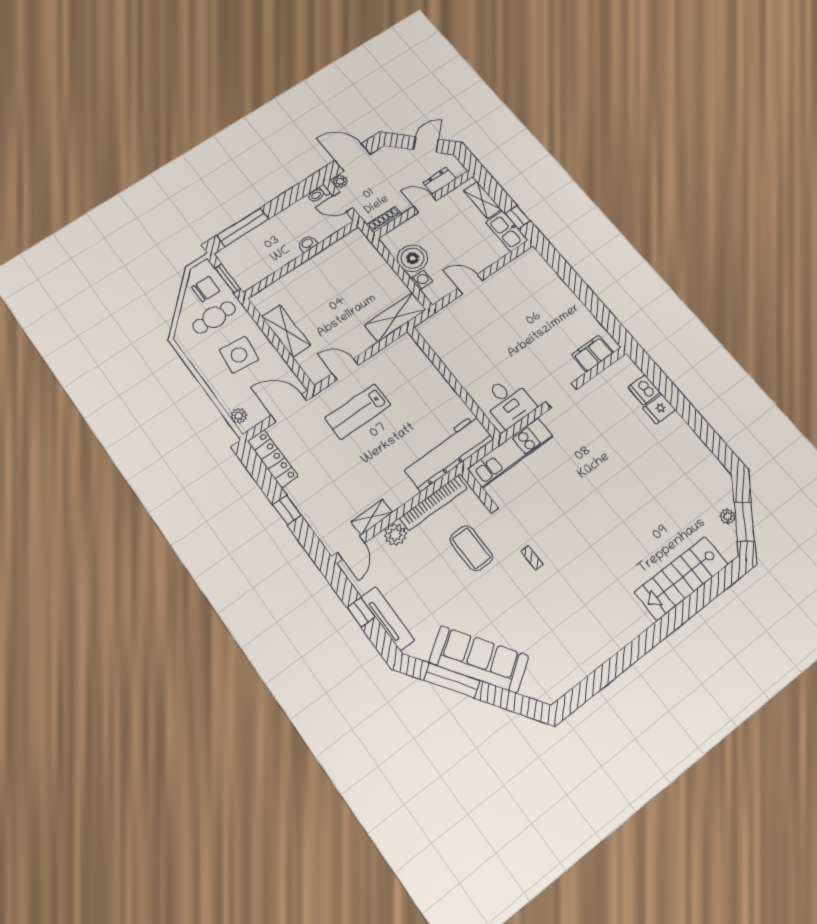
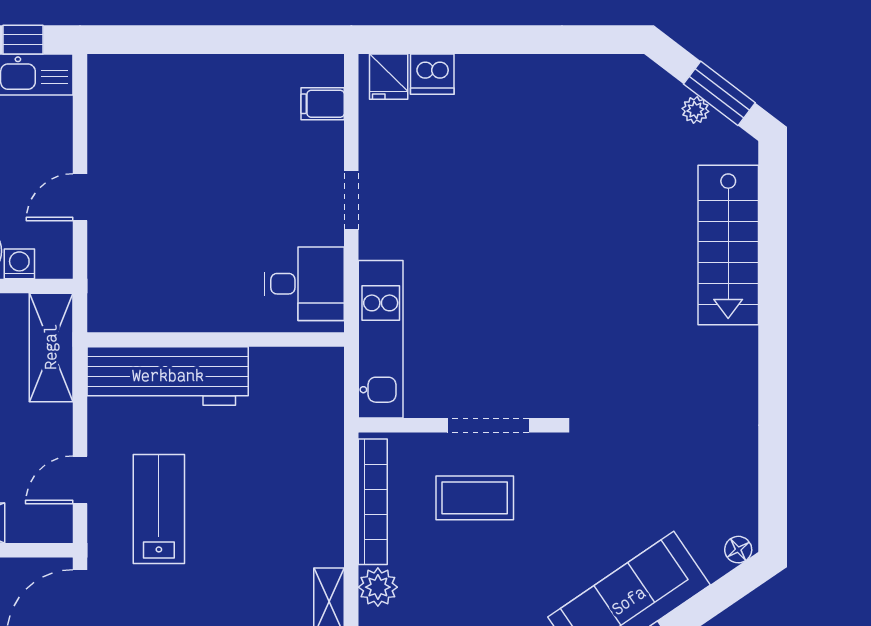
filing cabinet: (593, 354) -> (323, 104), width x0.50
fridge: (659, 409) -> (389, 77), moved
lab bench: (358, 412) -> (159, 509), turned 180
workbench: (448, 453) -> (168, 376), moved, turned -90
floor lamp: (545, 695) -> (738, 550), added

